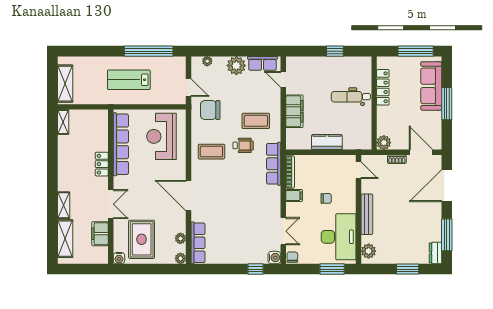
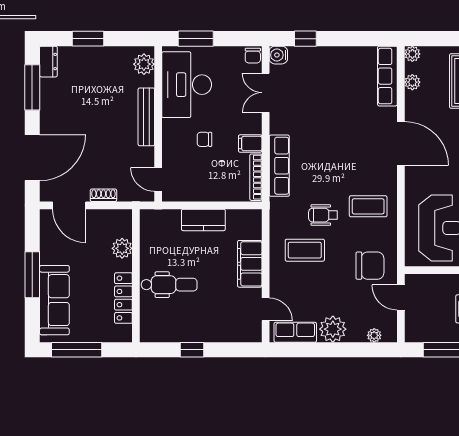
plant: (384, 143) -> (122, 248), moved
row of seats: (274, 164) -> (279, 166), moved

